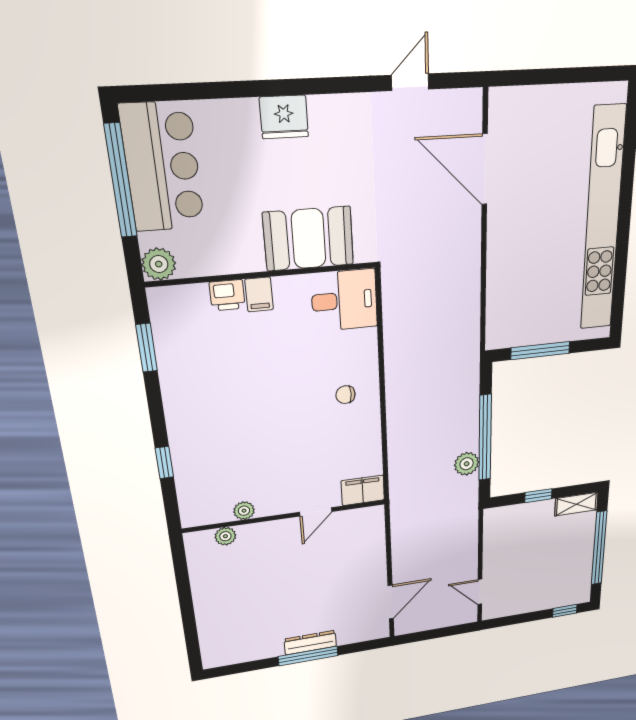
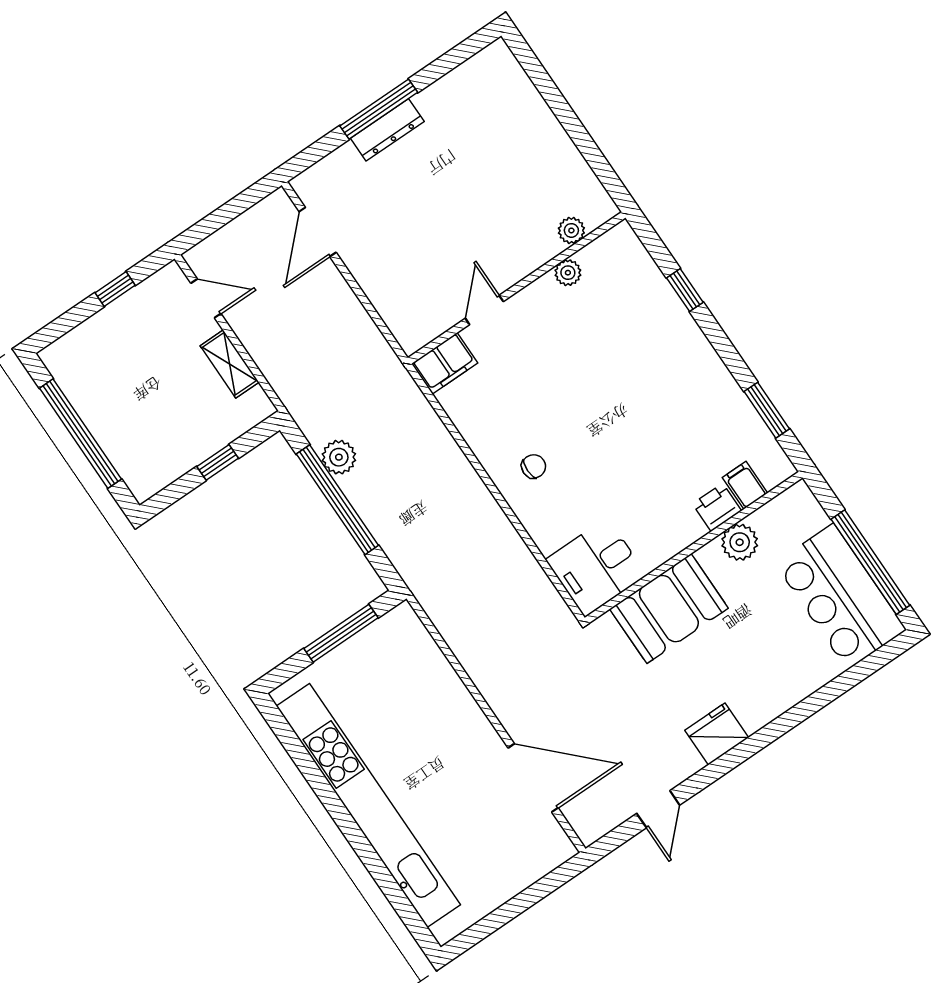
fridge: (284, 117) -> (717, 734), moved
plant: (159, 264) -> (740, 542), moved
filing cabinet: (259, 294) -> (745, 485), moved
shelving: (576, 504) -> (230, 364), moved, turned 90
window: (565, 611) -> (115, 289), moved

